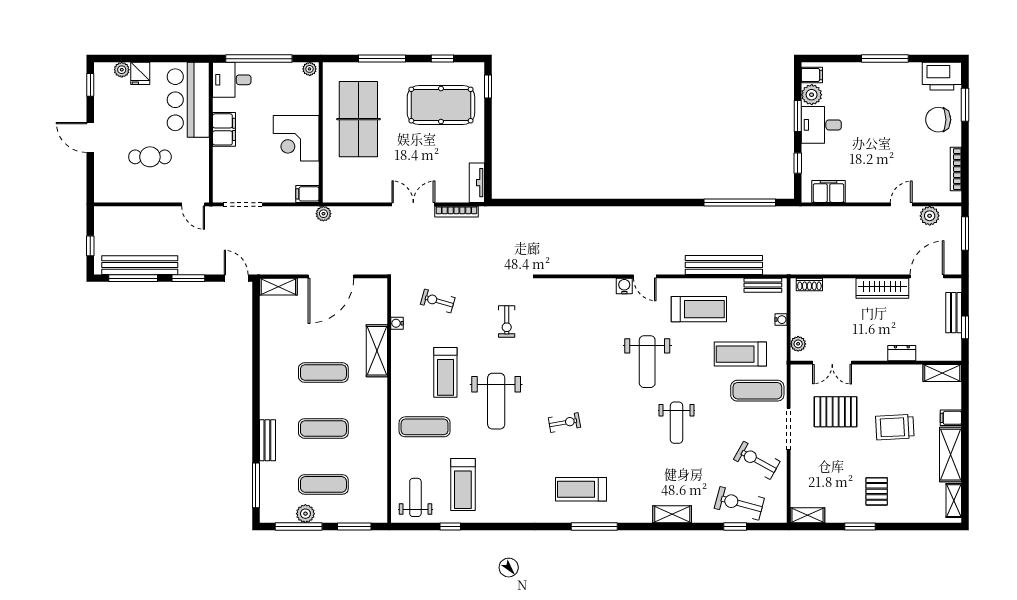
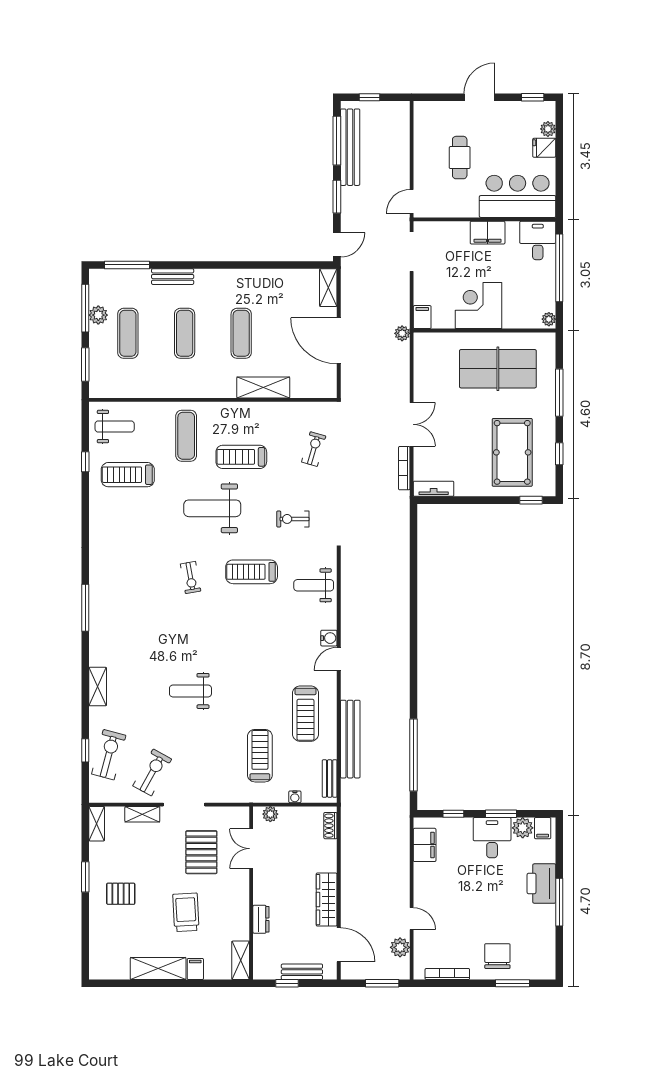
printer: (942, 76) -> (541, 884), moved
water cooler: (397, 323) -> (291, 408), removed
weight bench: (647, 362) -> (314, 585), moved, width x0.73, depth x0.75
exercise mat: (757, 391) -> (223, 773), removed
treadmill: (581, 489) -> (252, 572), moved, turned -90
shelving: (954, 501) -> (142, 814), moved

